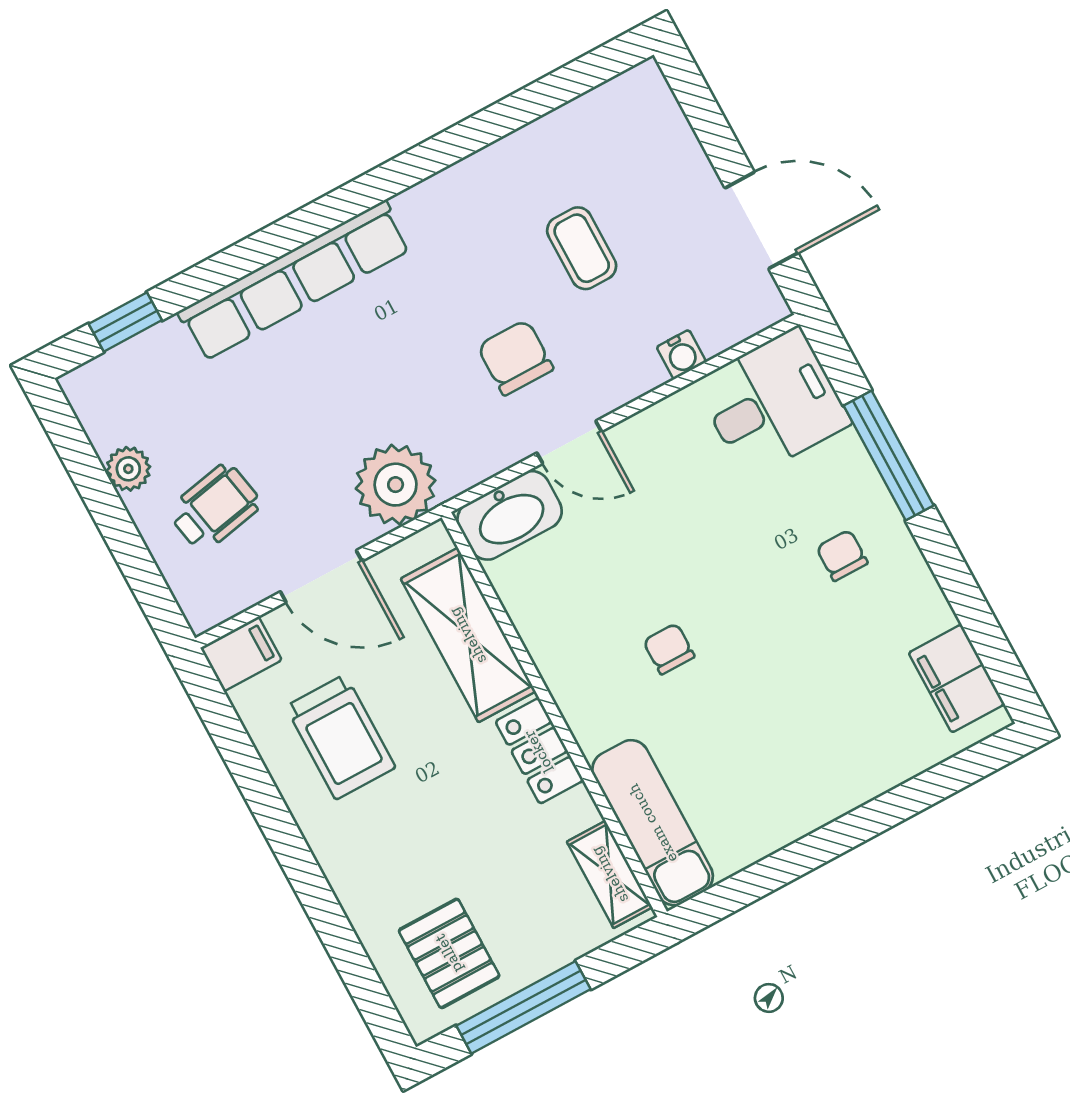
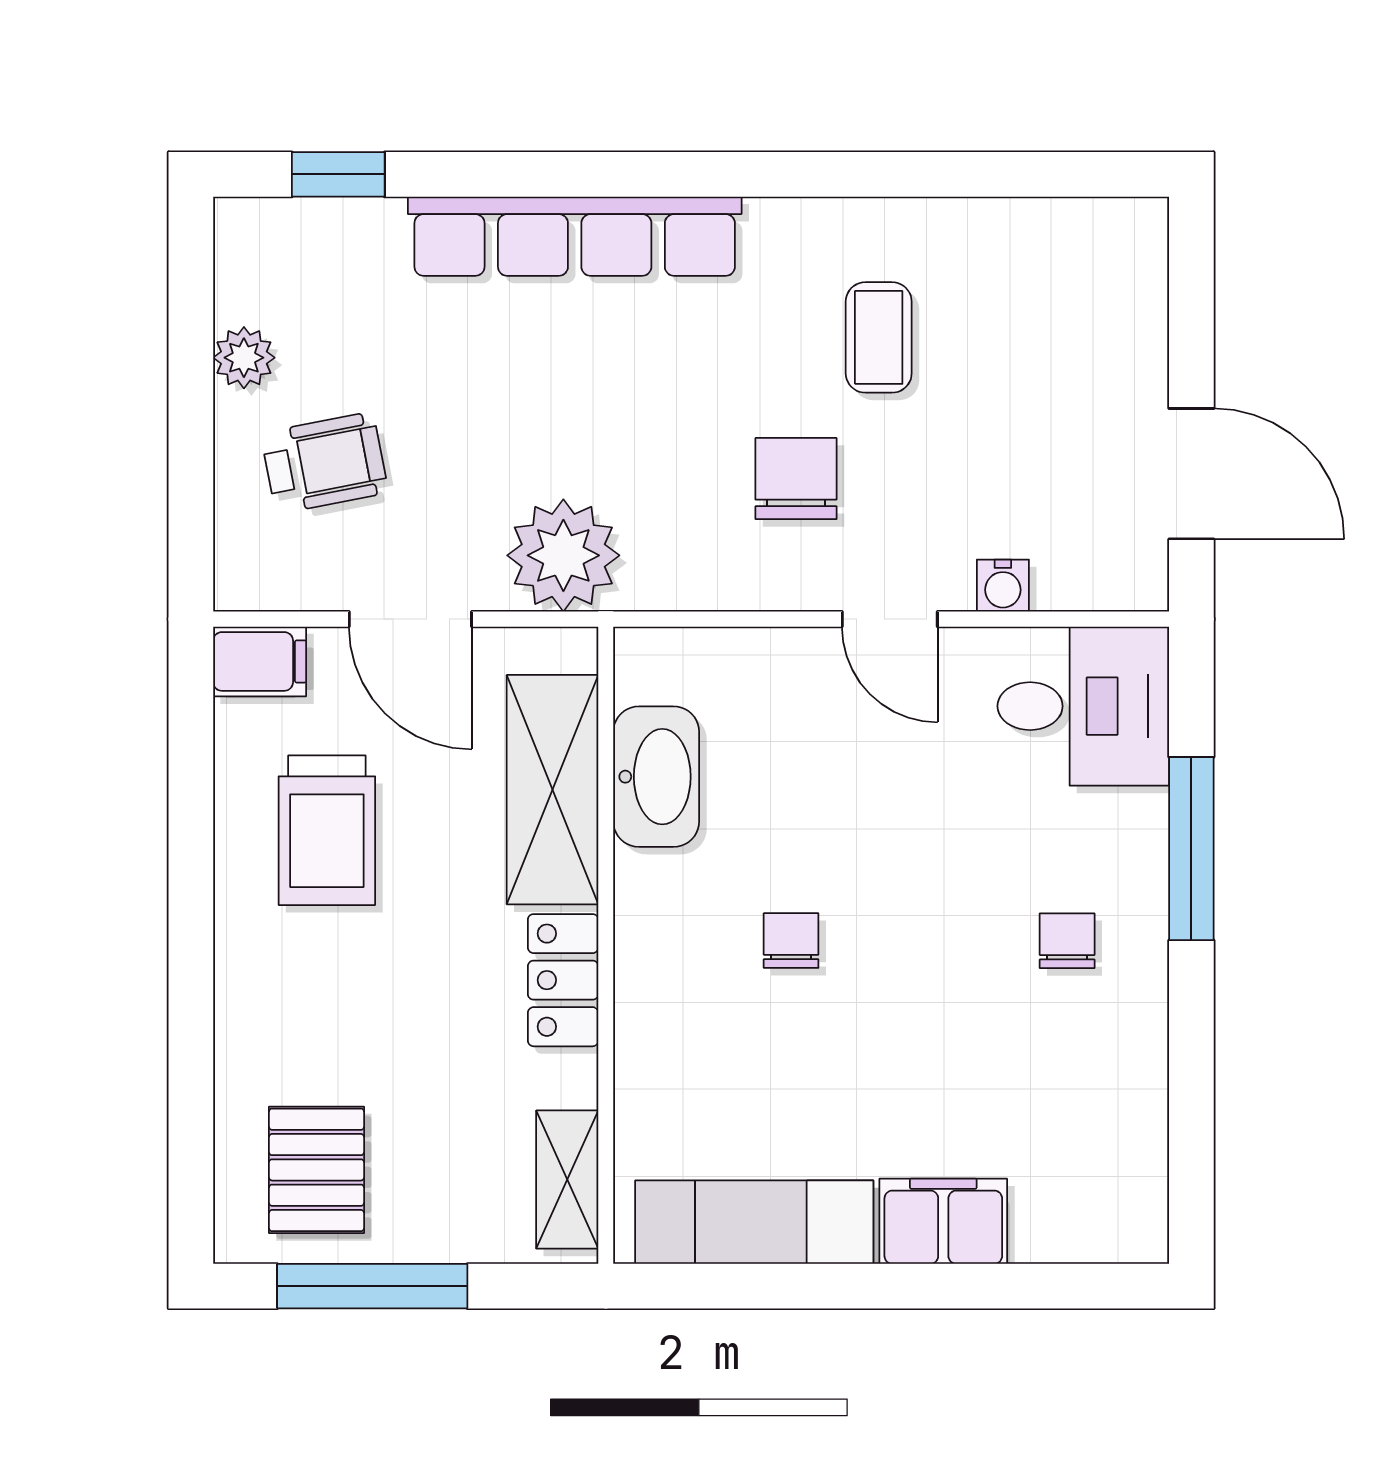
coffee table: (582, 248) -> (879, 337), moved
door: (569, 442) -> (890, 619), moved
washbasin: (510, 515) -> (656, 777), moved, turned -90
filing cabinet: (957, 678) -> (943, 1221), moved, turned 90
exam couch: (653, 823) -> (754, 1222), moved, turned -90

